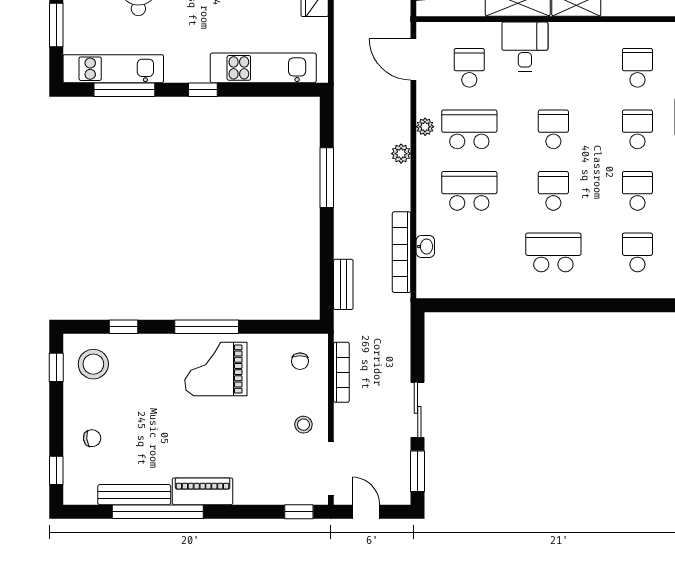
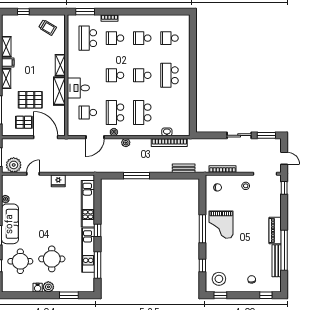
door: (413, 59) -> (95, 137), moved
school desk: (637, 68) -> (88, 38), width x1.85
kitchen unit: (113, 69) -> (88, 250), moved
door: (366, 512) -> (284, 158), swing flipped

